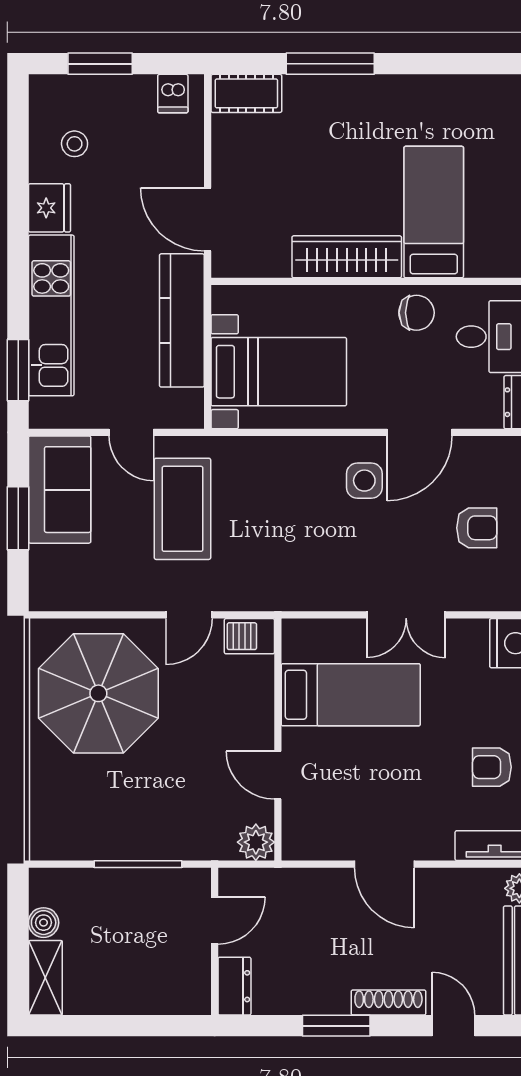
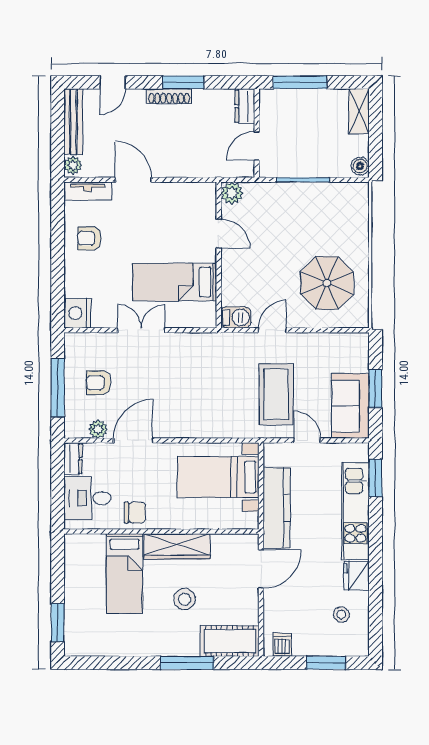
cot: (246, 93) -> (230, 641), width x1.37, depth x1.34
stool: (334, 169) -> (184, 599), added
door: (208, 219) -> (261, 569), hinge flipped
chair: (417, 313) -> (135, 513), turned 180
plant: (478, 451) -> (98, 429), added
side table: (364, 481) -> (166, 411), removed
parasol: (98, 693) -> (327, 283), width x0.73, depth x0.73
armchair: (492, 767) -> (89, 238), turned 180
door: (384, 864) -> (133, 180), moved
boiler: (44, 923) -> (360, 166), moved
shoe rack: (388, 1003) -> (169, 96), moved
window: (143, 1026) -> (300, 82), added
door: (453, 1026) -> (113, 82), hinge flipped

